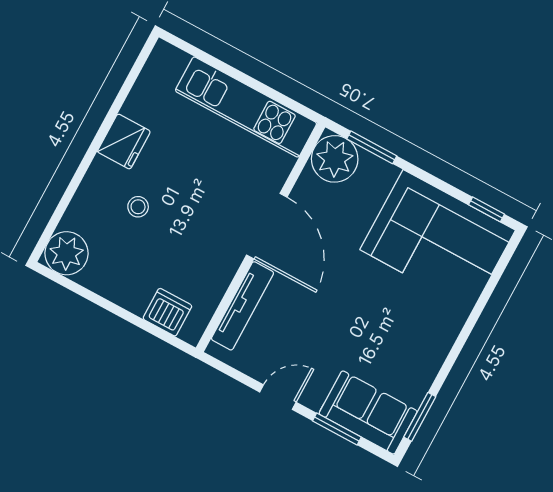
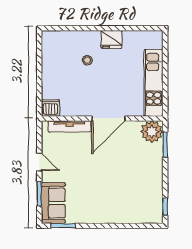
corner sofa: (438, 240) -> (141, 193), removed
plant: (66, 253) -> (52, 41), removed
dishwasher: (167, 312) -> (50, 108), moved, turned -90

